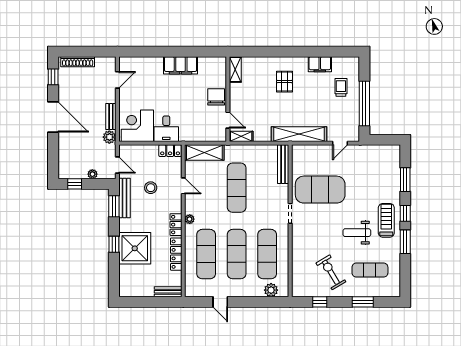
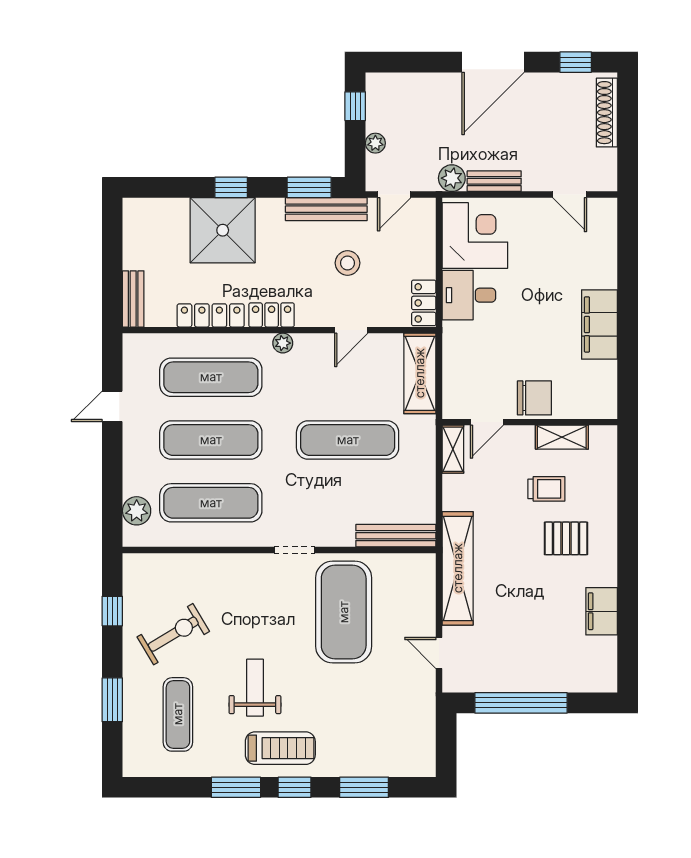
shelving: (235, 69) -> (562, 437), moved
trolley: (341, 87) -> (546, 489), moved

